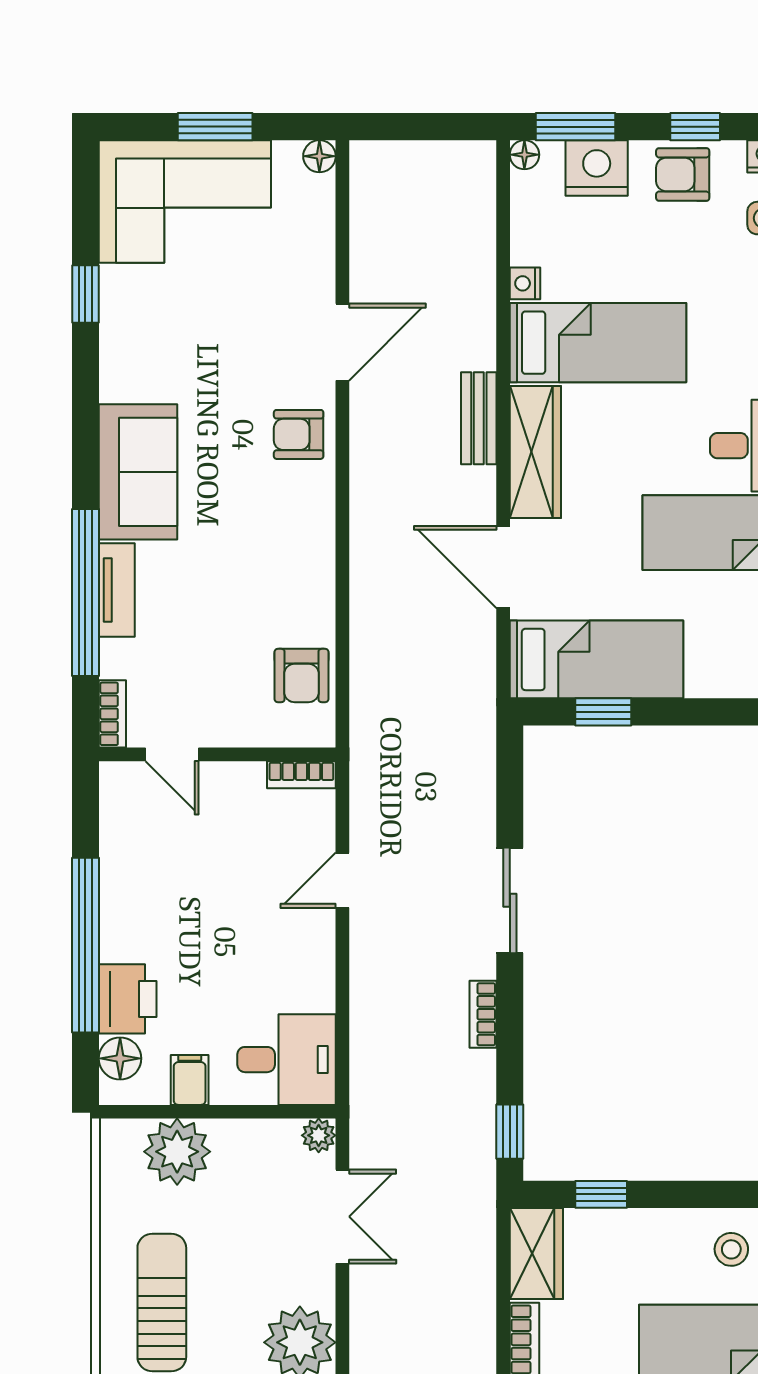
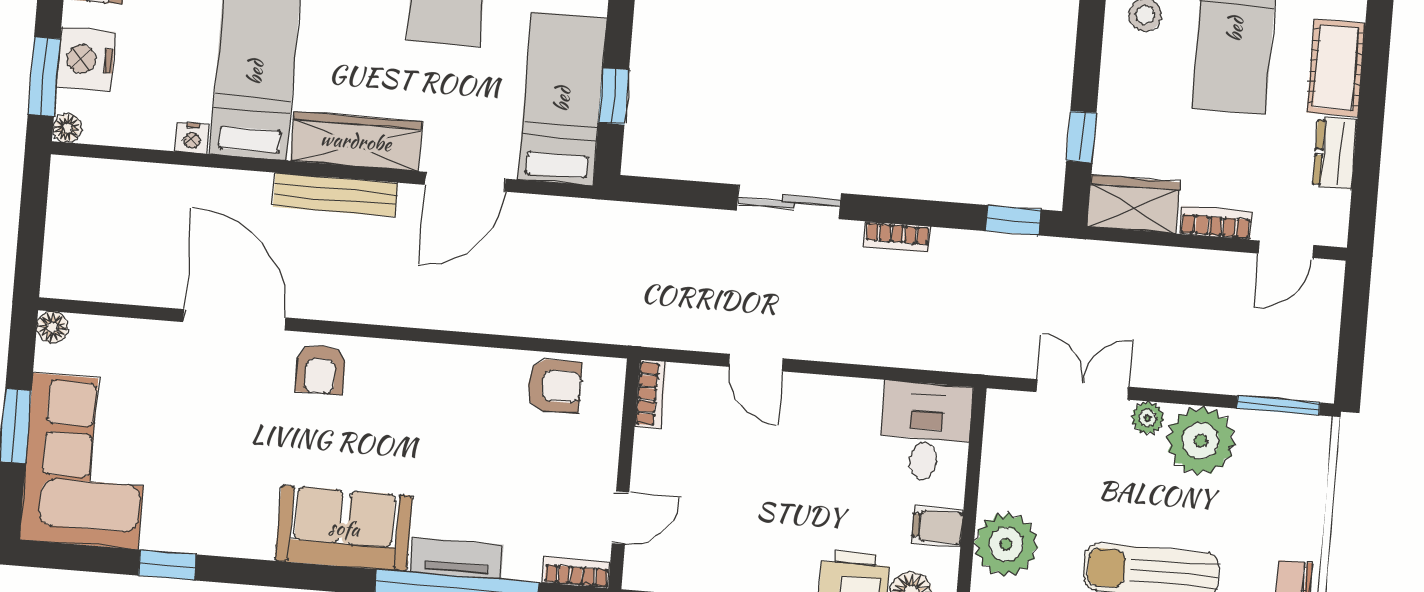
door: (342, 342) -> (234, 320), width x1.36
bench: (479, 418) -> (335, 195), width x1.36
plant: (319, 1135) -> (1148, 418), moved

